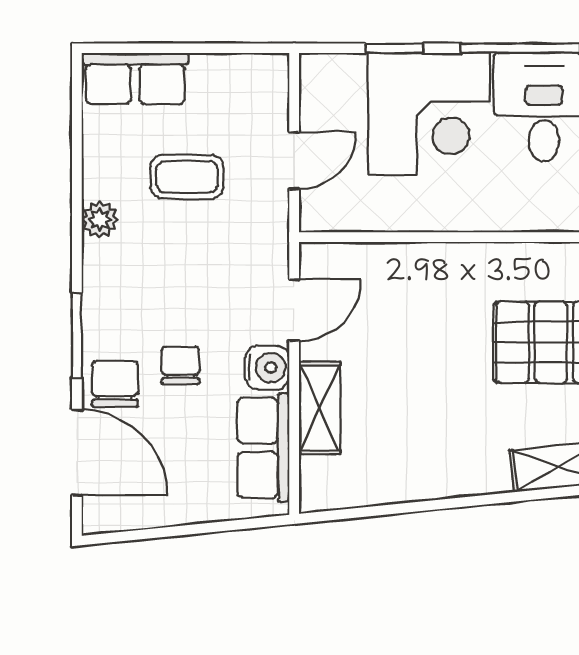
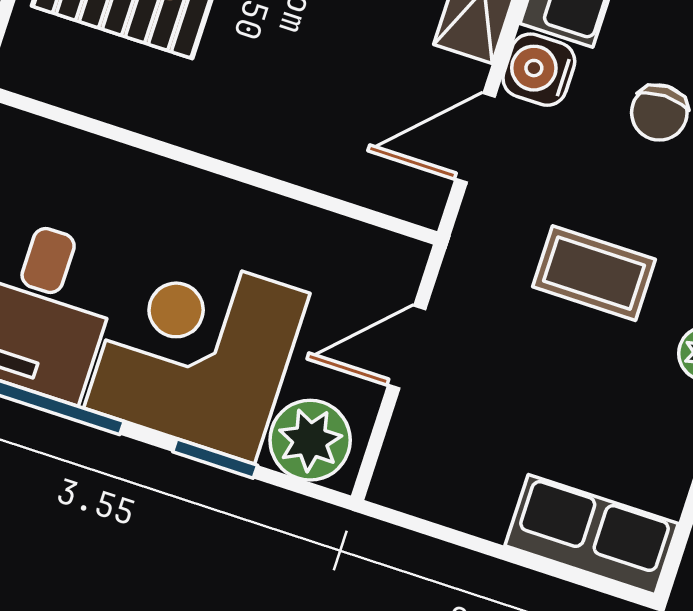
plant: (337, 80) -> (310, 440), added
coffee table: (187, 177) -> (594, 273), moved

